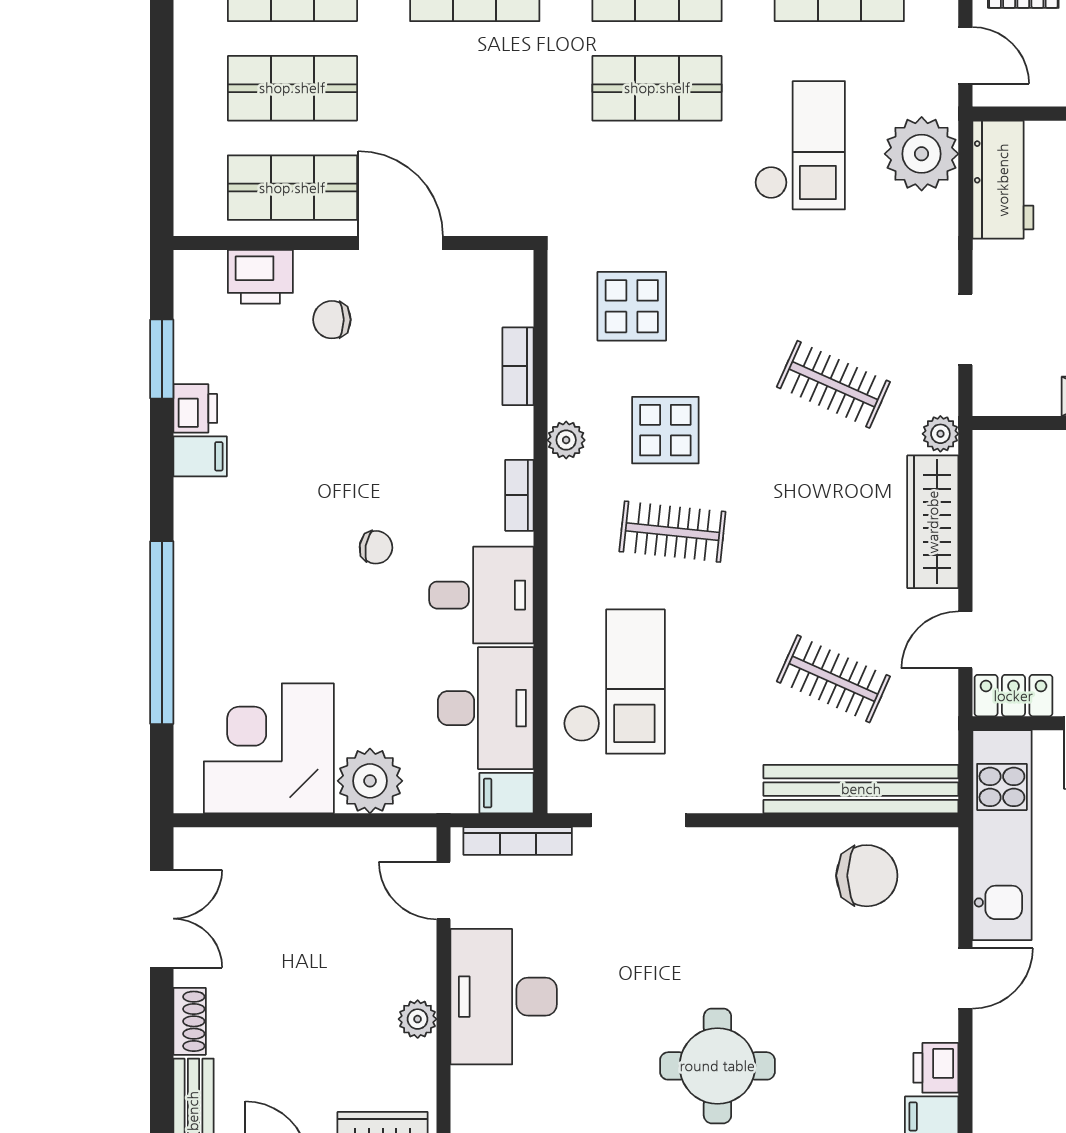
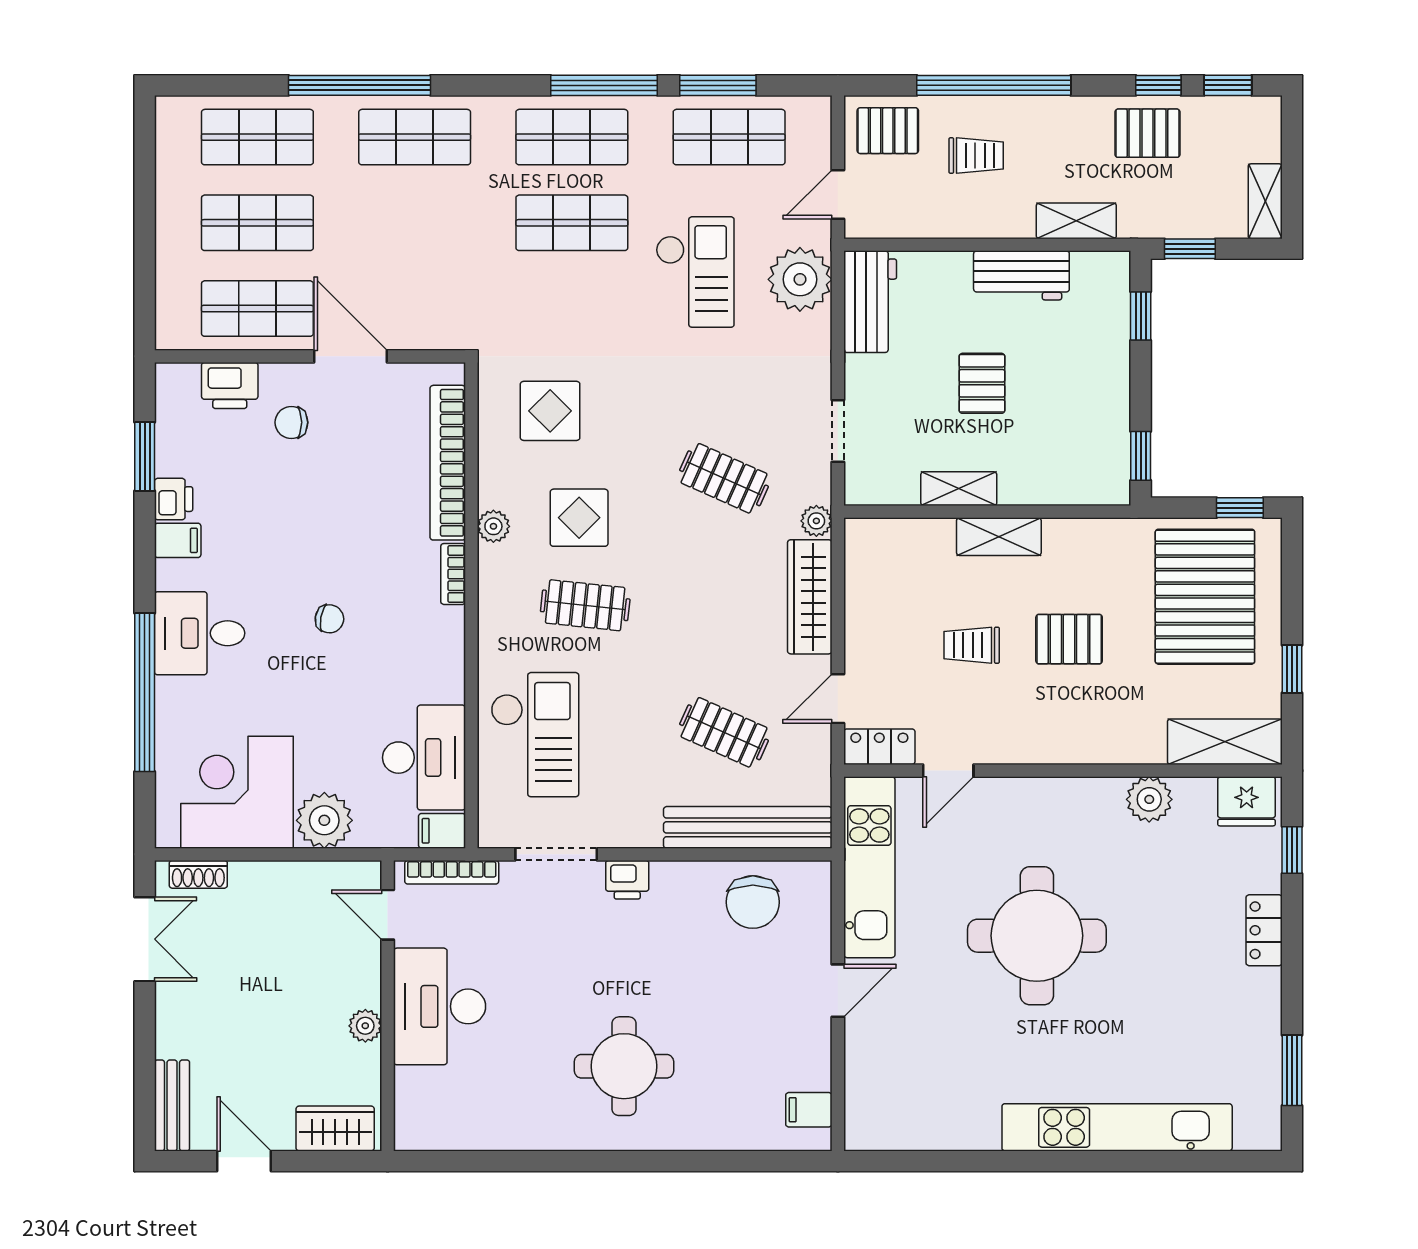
door: (965, 55) -> (838, 194), swing flipped
bookcase: (518, 366) -> (448, 463), width x2.31, depth x1.31
desk: (481, 595) -> (200, 633), moved, turned 180
chair: (867, 876) -> (753, 902), turned 90
shoe rack: (190, 1021) -> (198, 874), moved, turned 90
printer: (936, 1068) -> (627, 880), moved, turned -90

